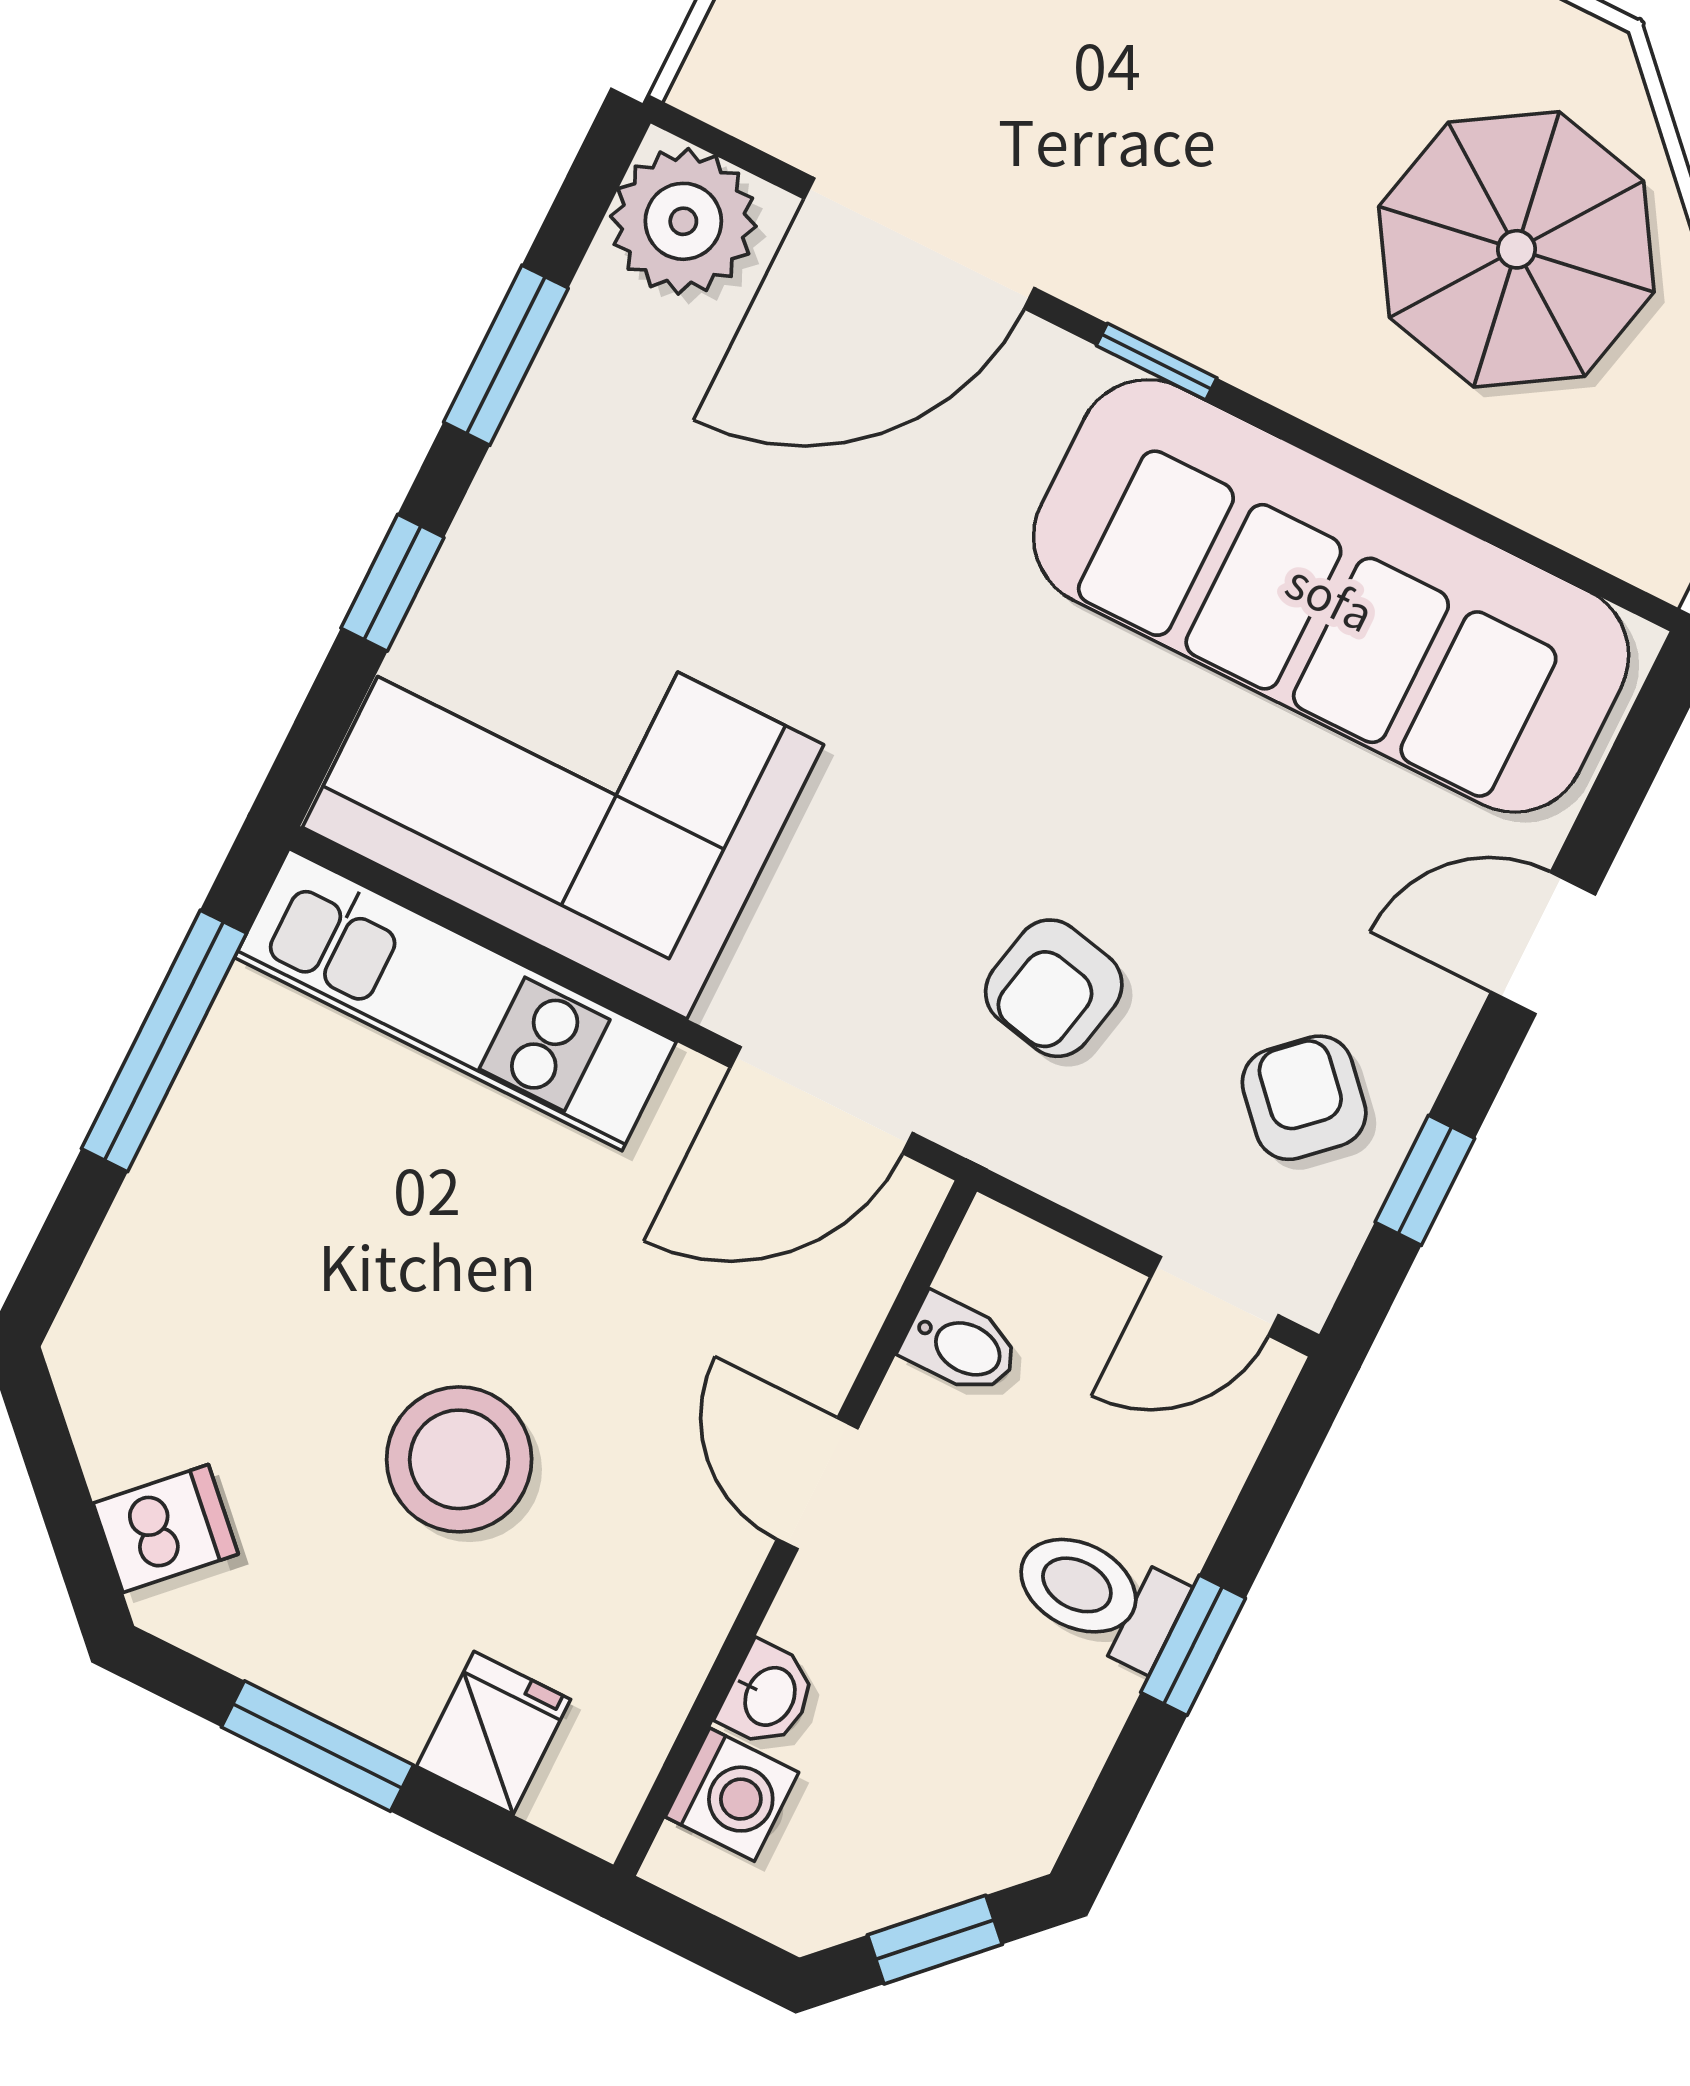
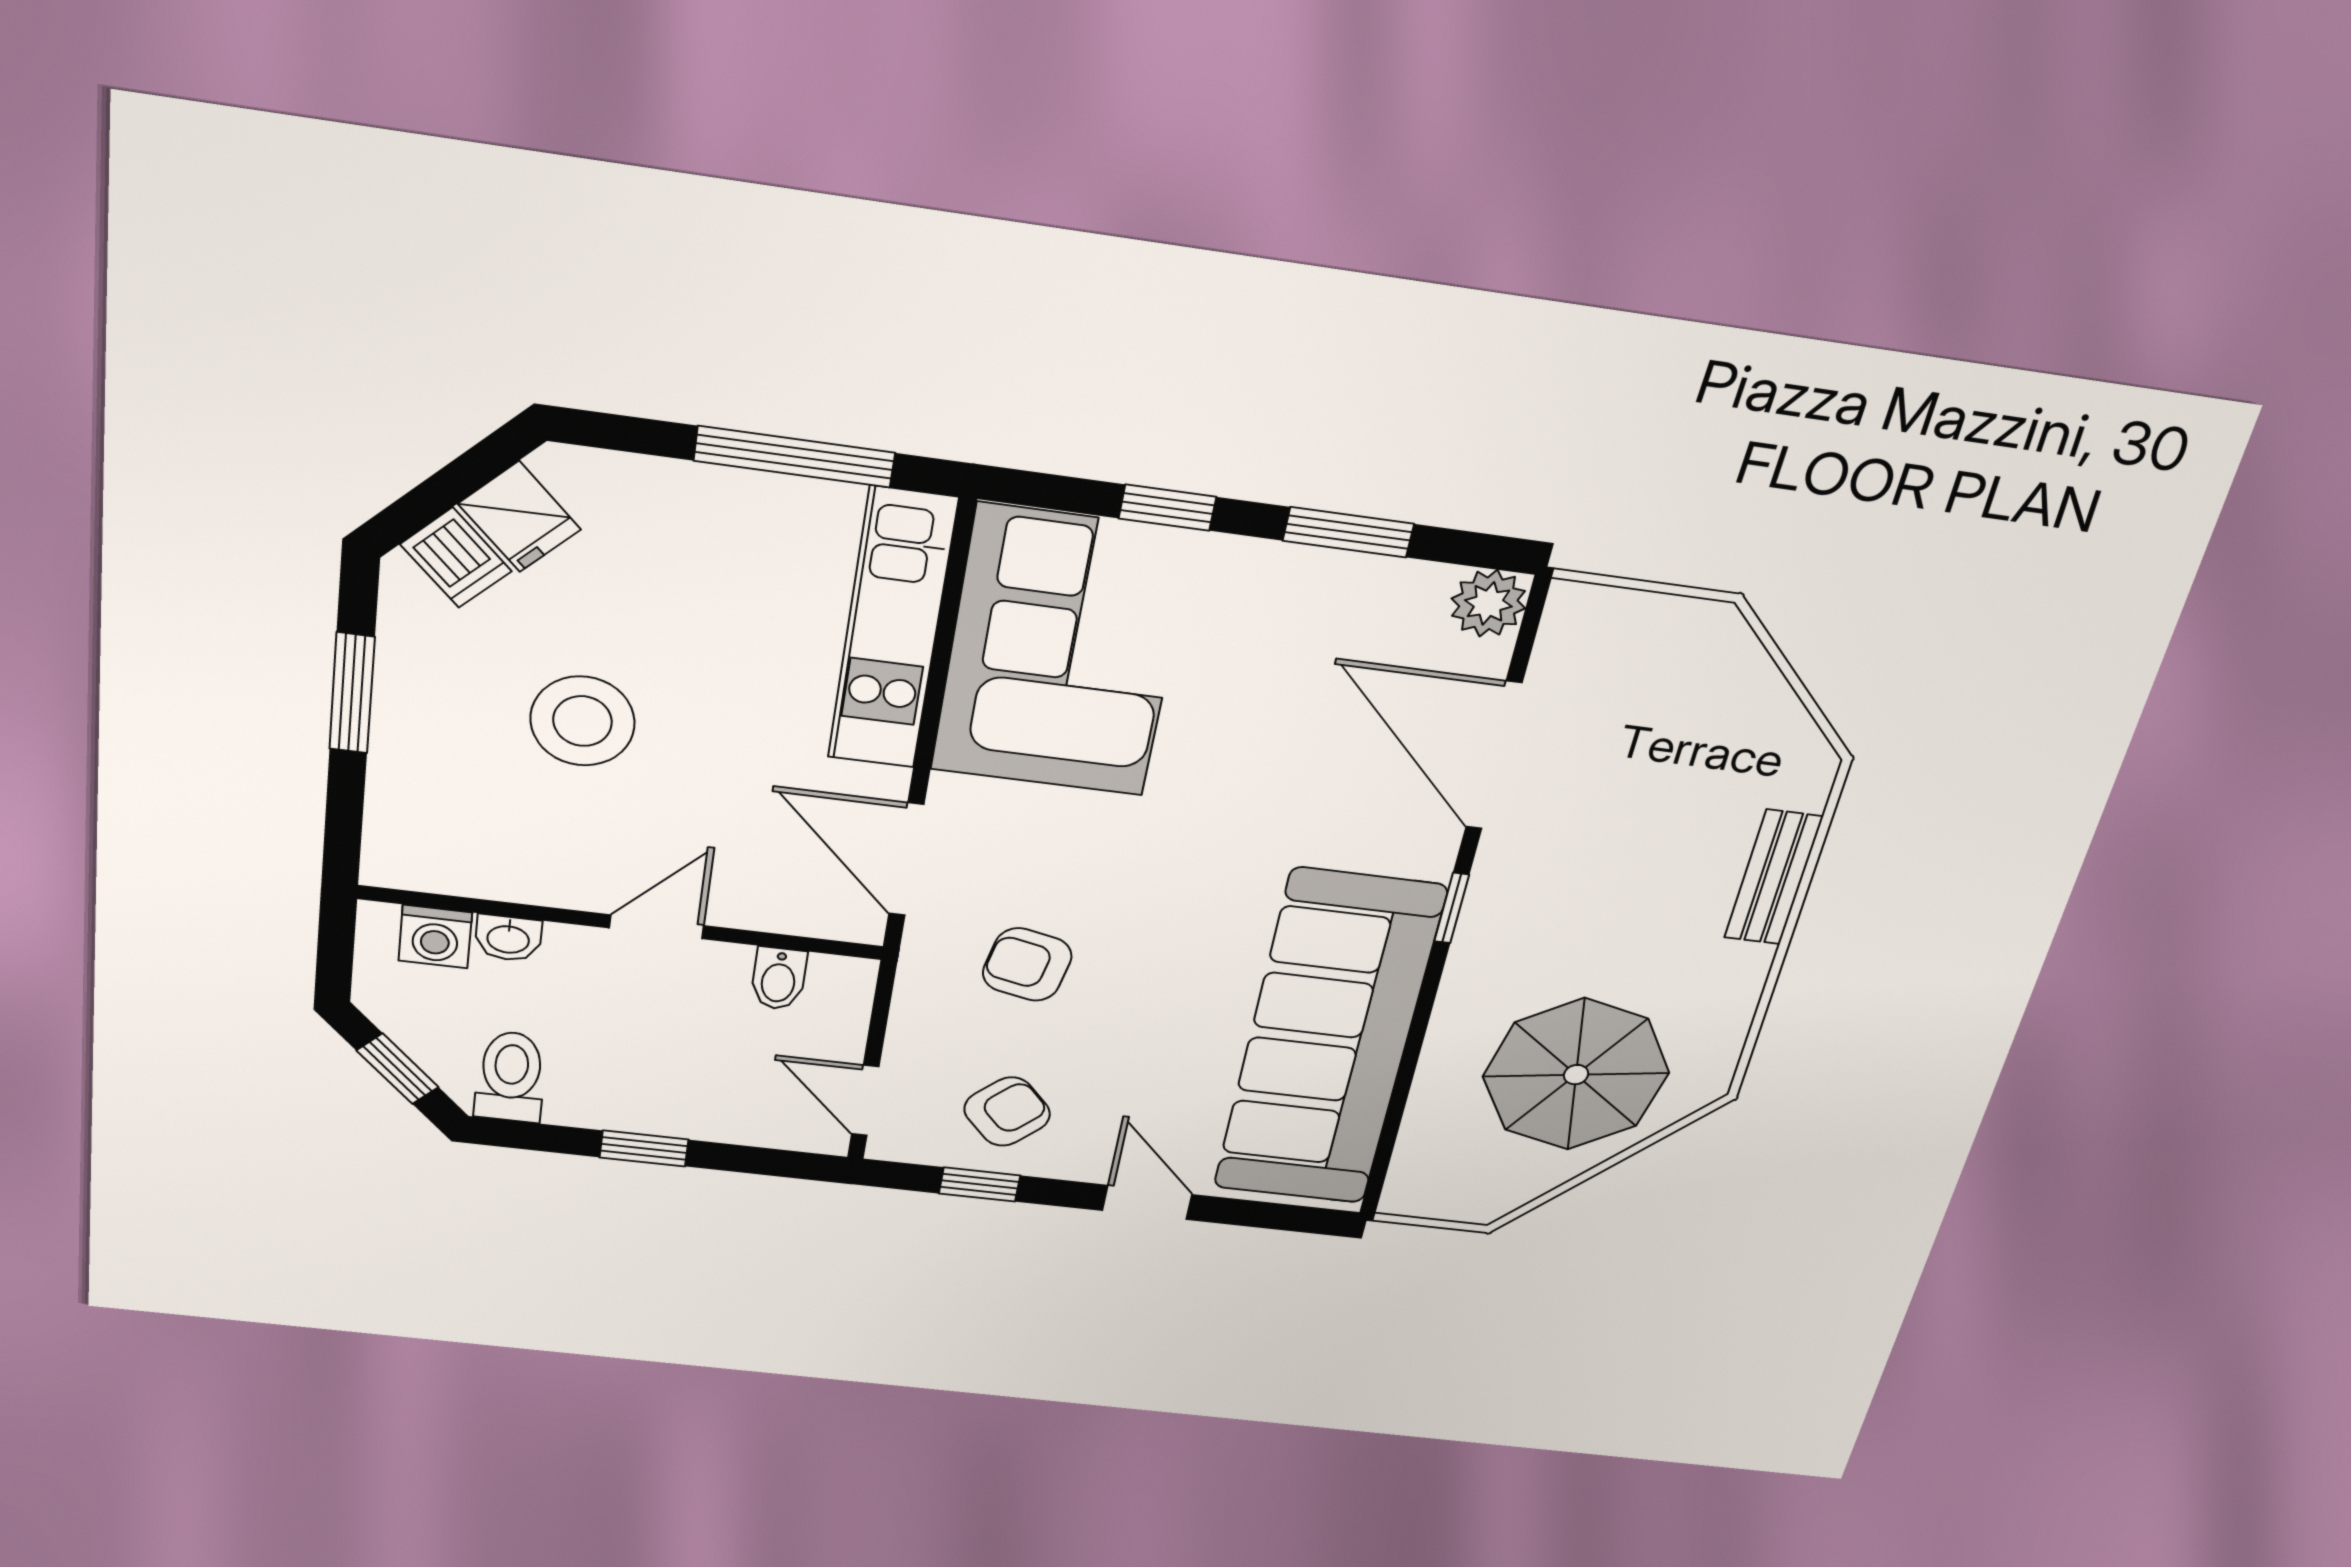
plant: (683, 221) -> (1488, 603), width x0.73, depth x0.73
toilet: (1097, 1595) -> (511, 1077), moved
fridge: (494, 1733) -> (519, 517), moved, turned 45

